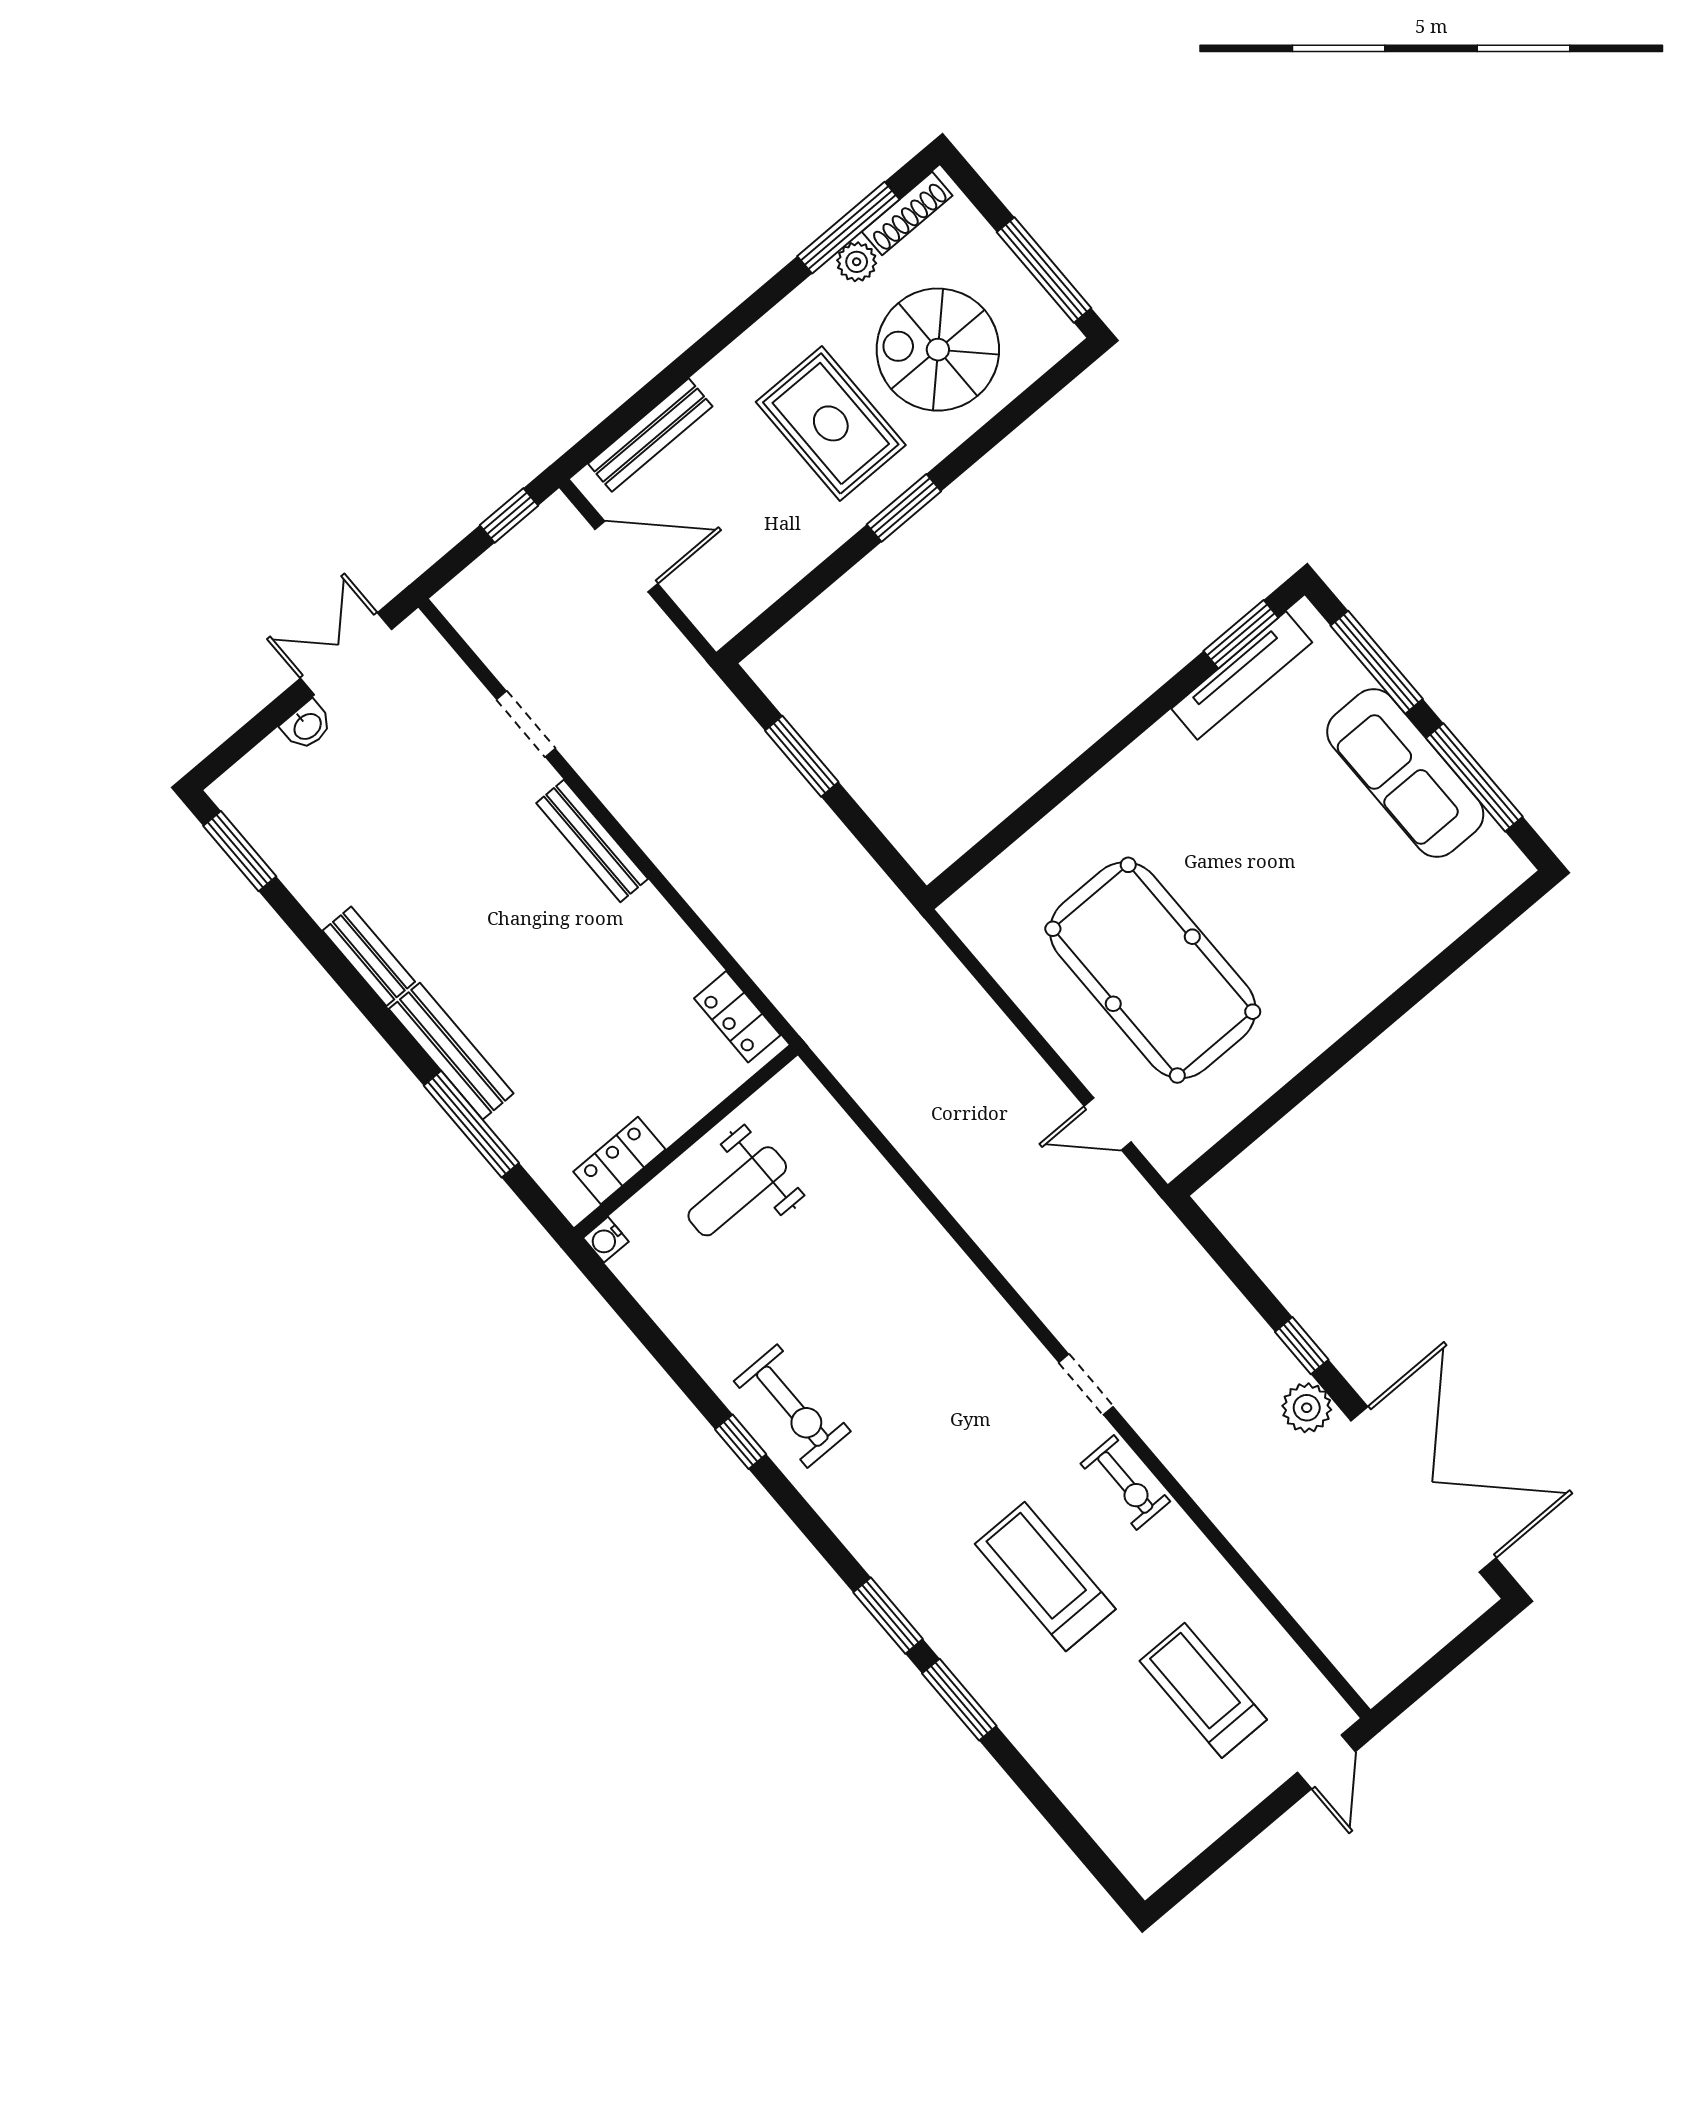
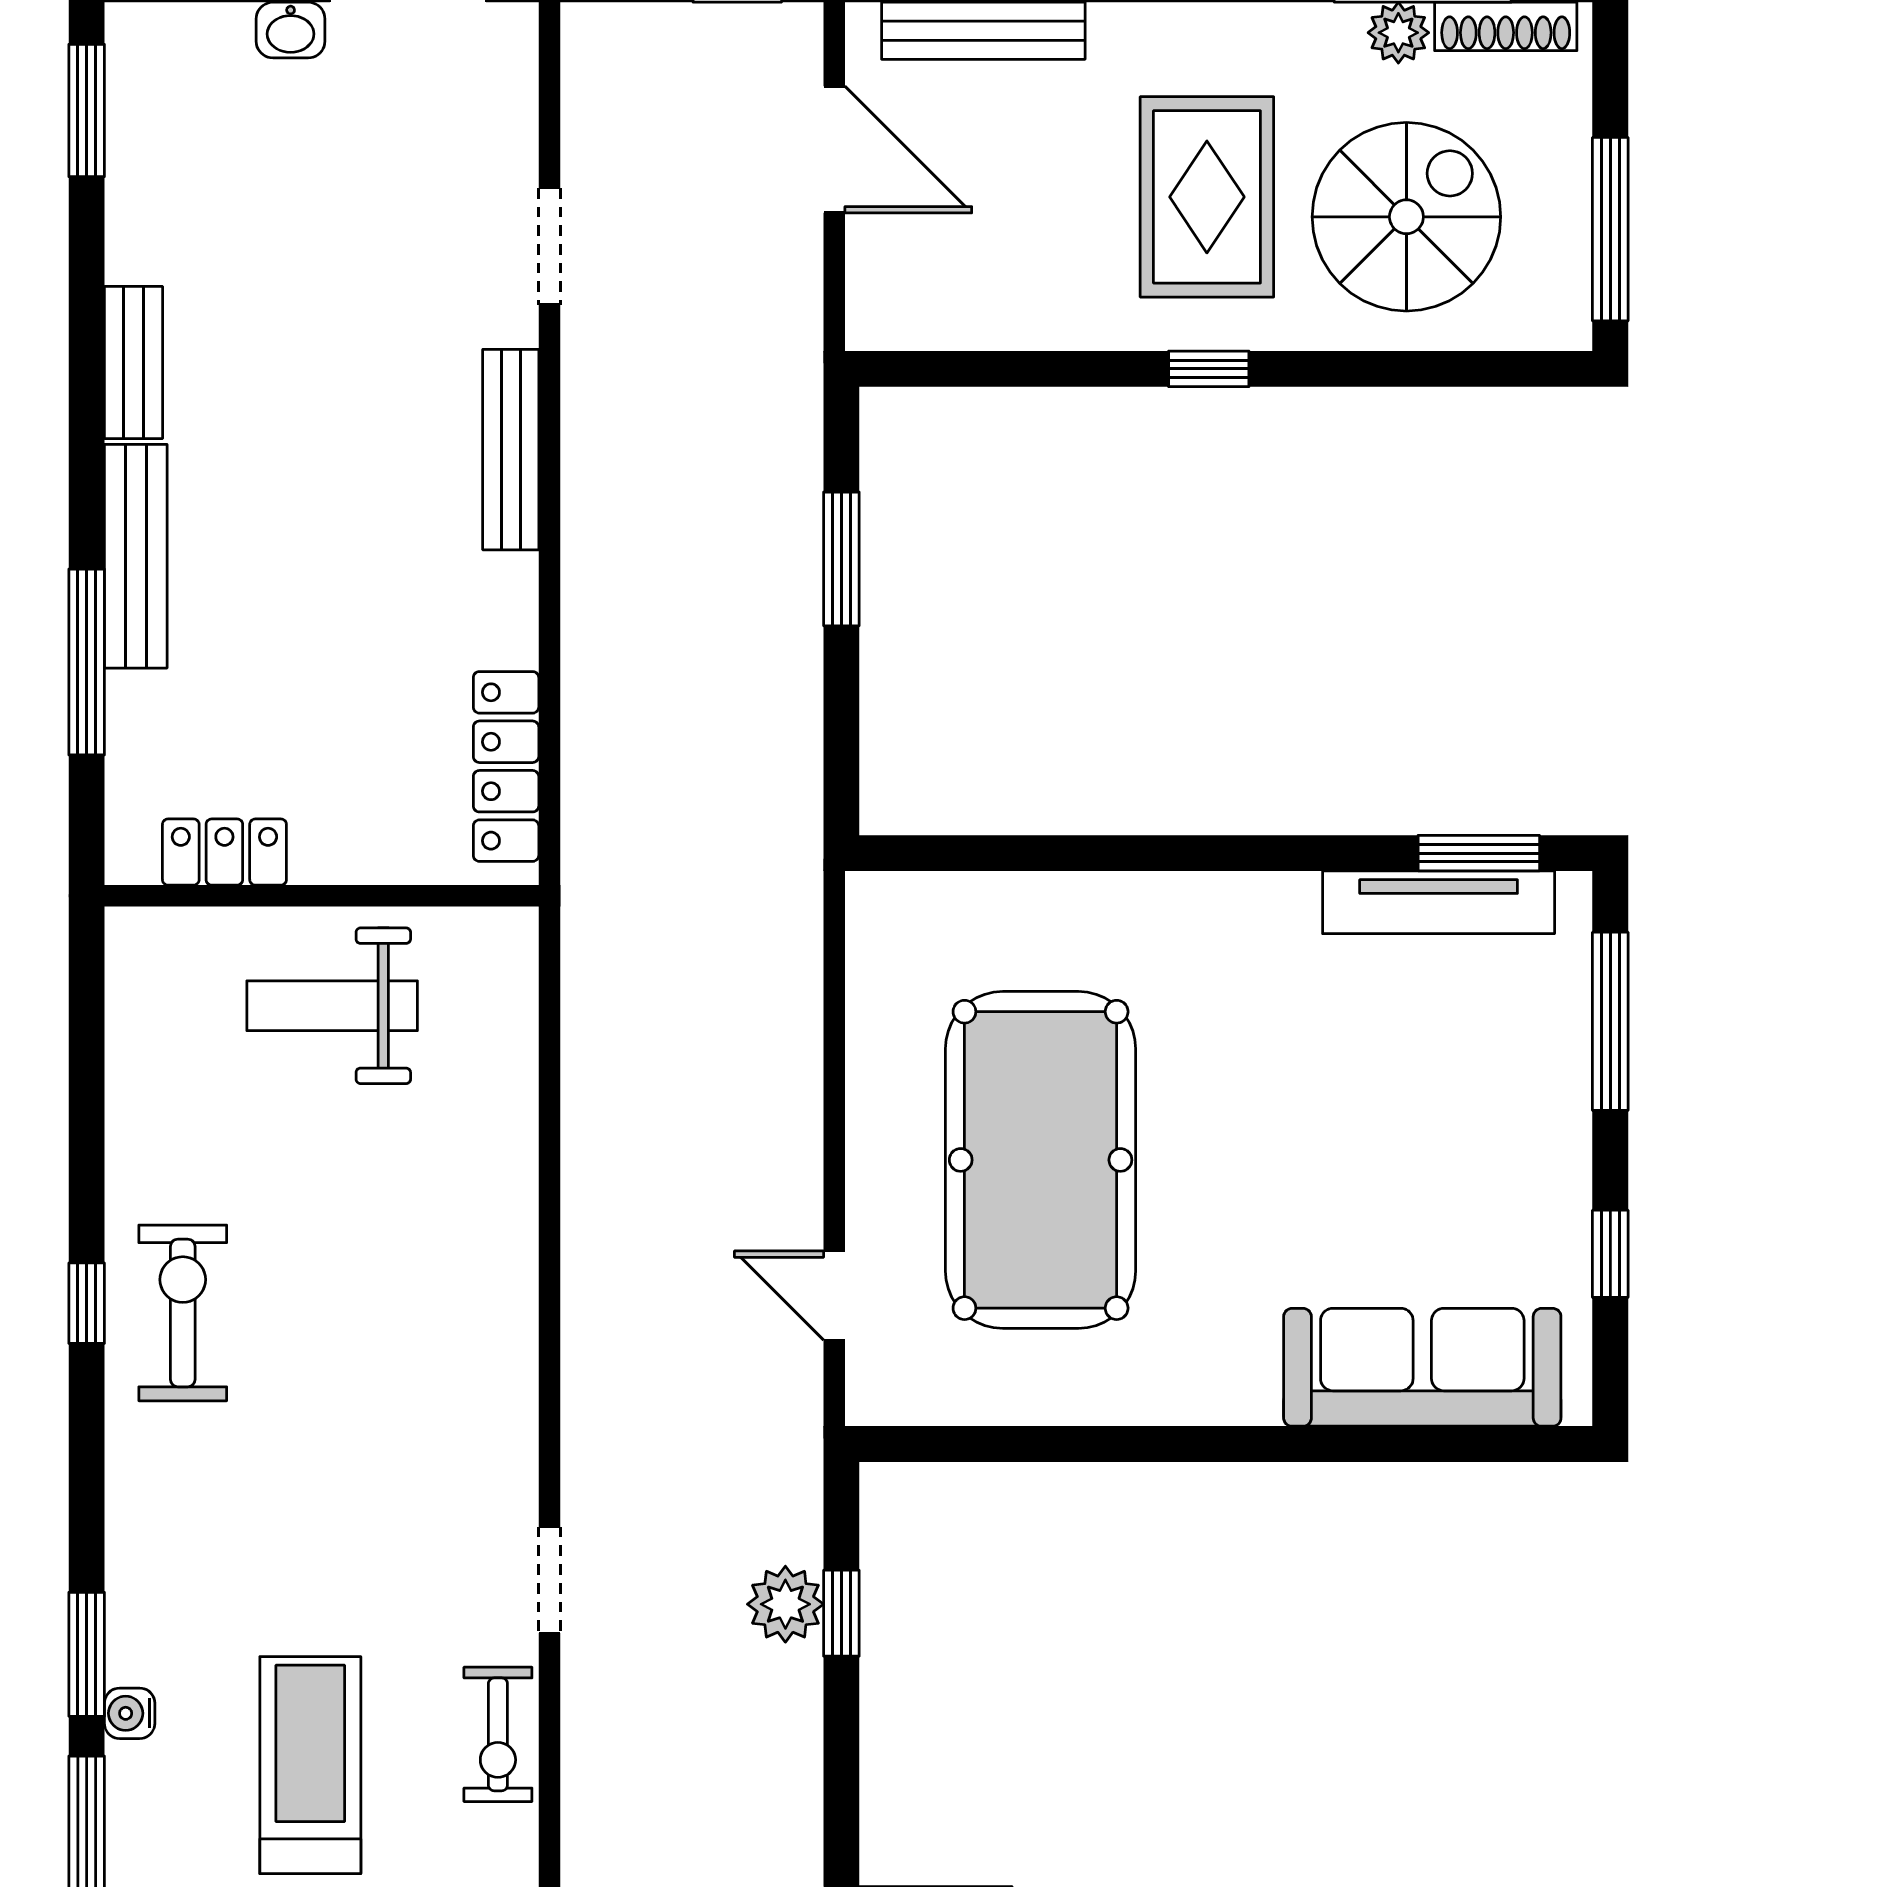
spiral stairs: (938, 350) -> (1406, 217), turned 90
window: (904, 508) -> (1209, 369), width x0.67
sofa: (1405, 773) -> (1422, 1367), moved, turned 90
window: (1474, 777) -> (1610, 1254), width x0.46
locker: (737, 1017) -> (506, 766), width x1.53
water cooler: (606, 1240) -> (130, 1713), moved
window: (1302, 1346) -> (841, 1613), moved
exercise bike: (792, 1406) -> (183, 1313), turned 180
plant: (1307, 1408) -> (785, 1604), moved

